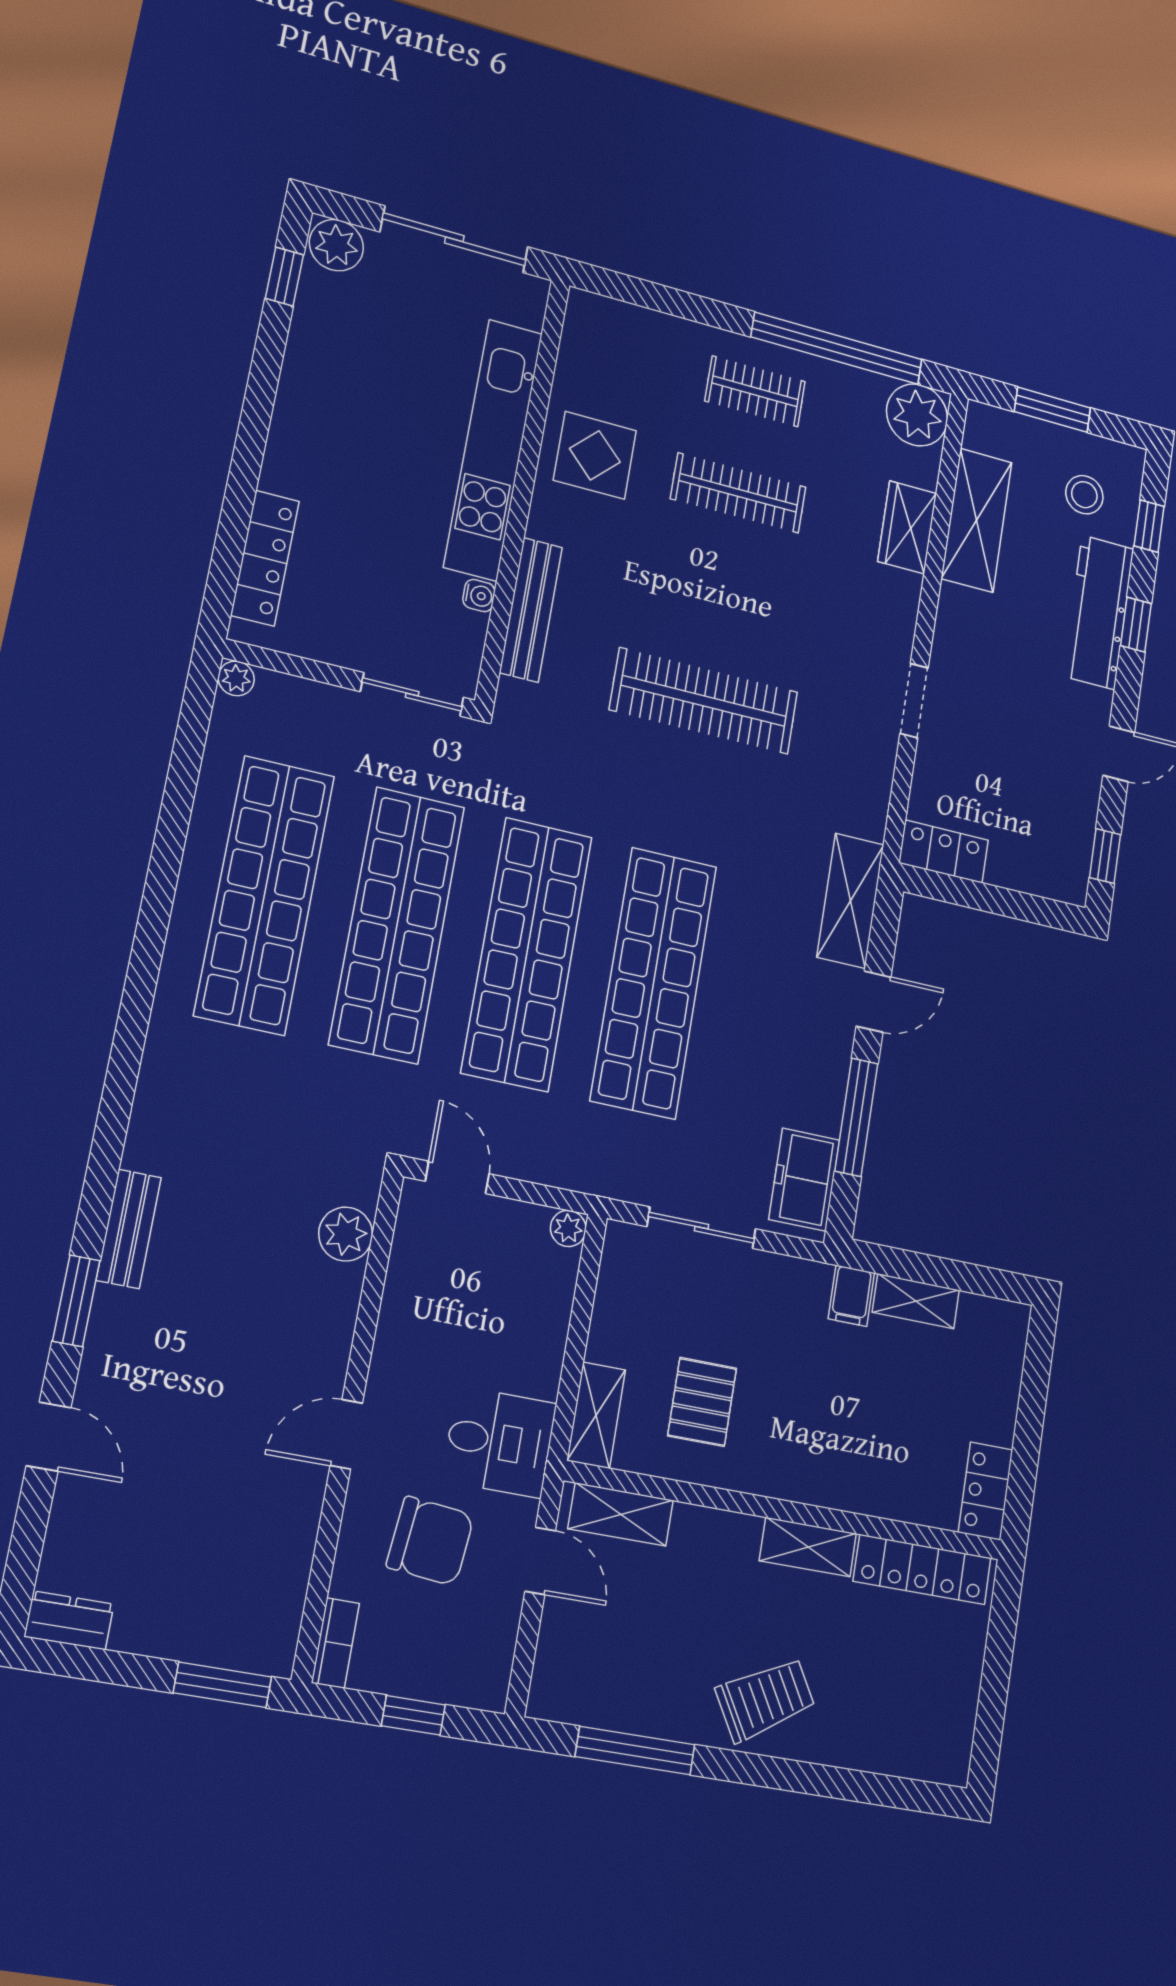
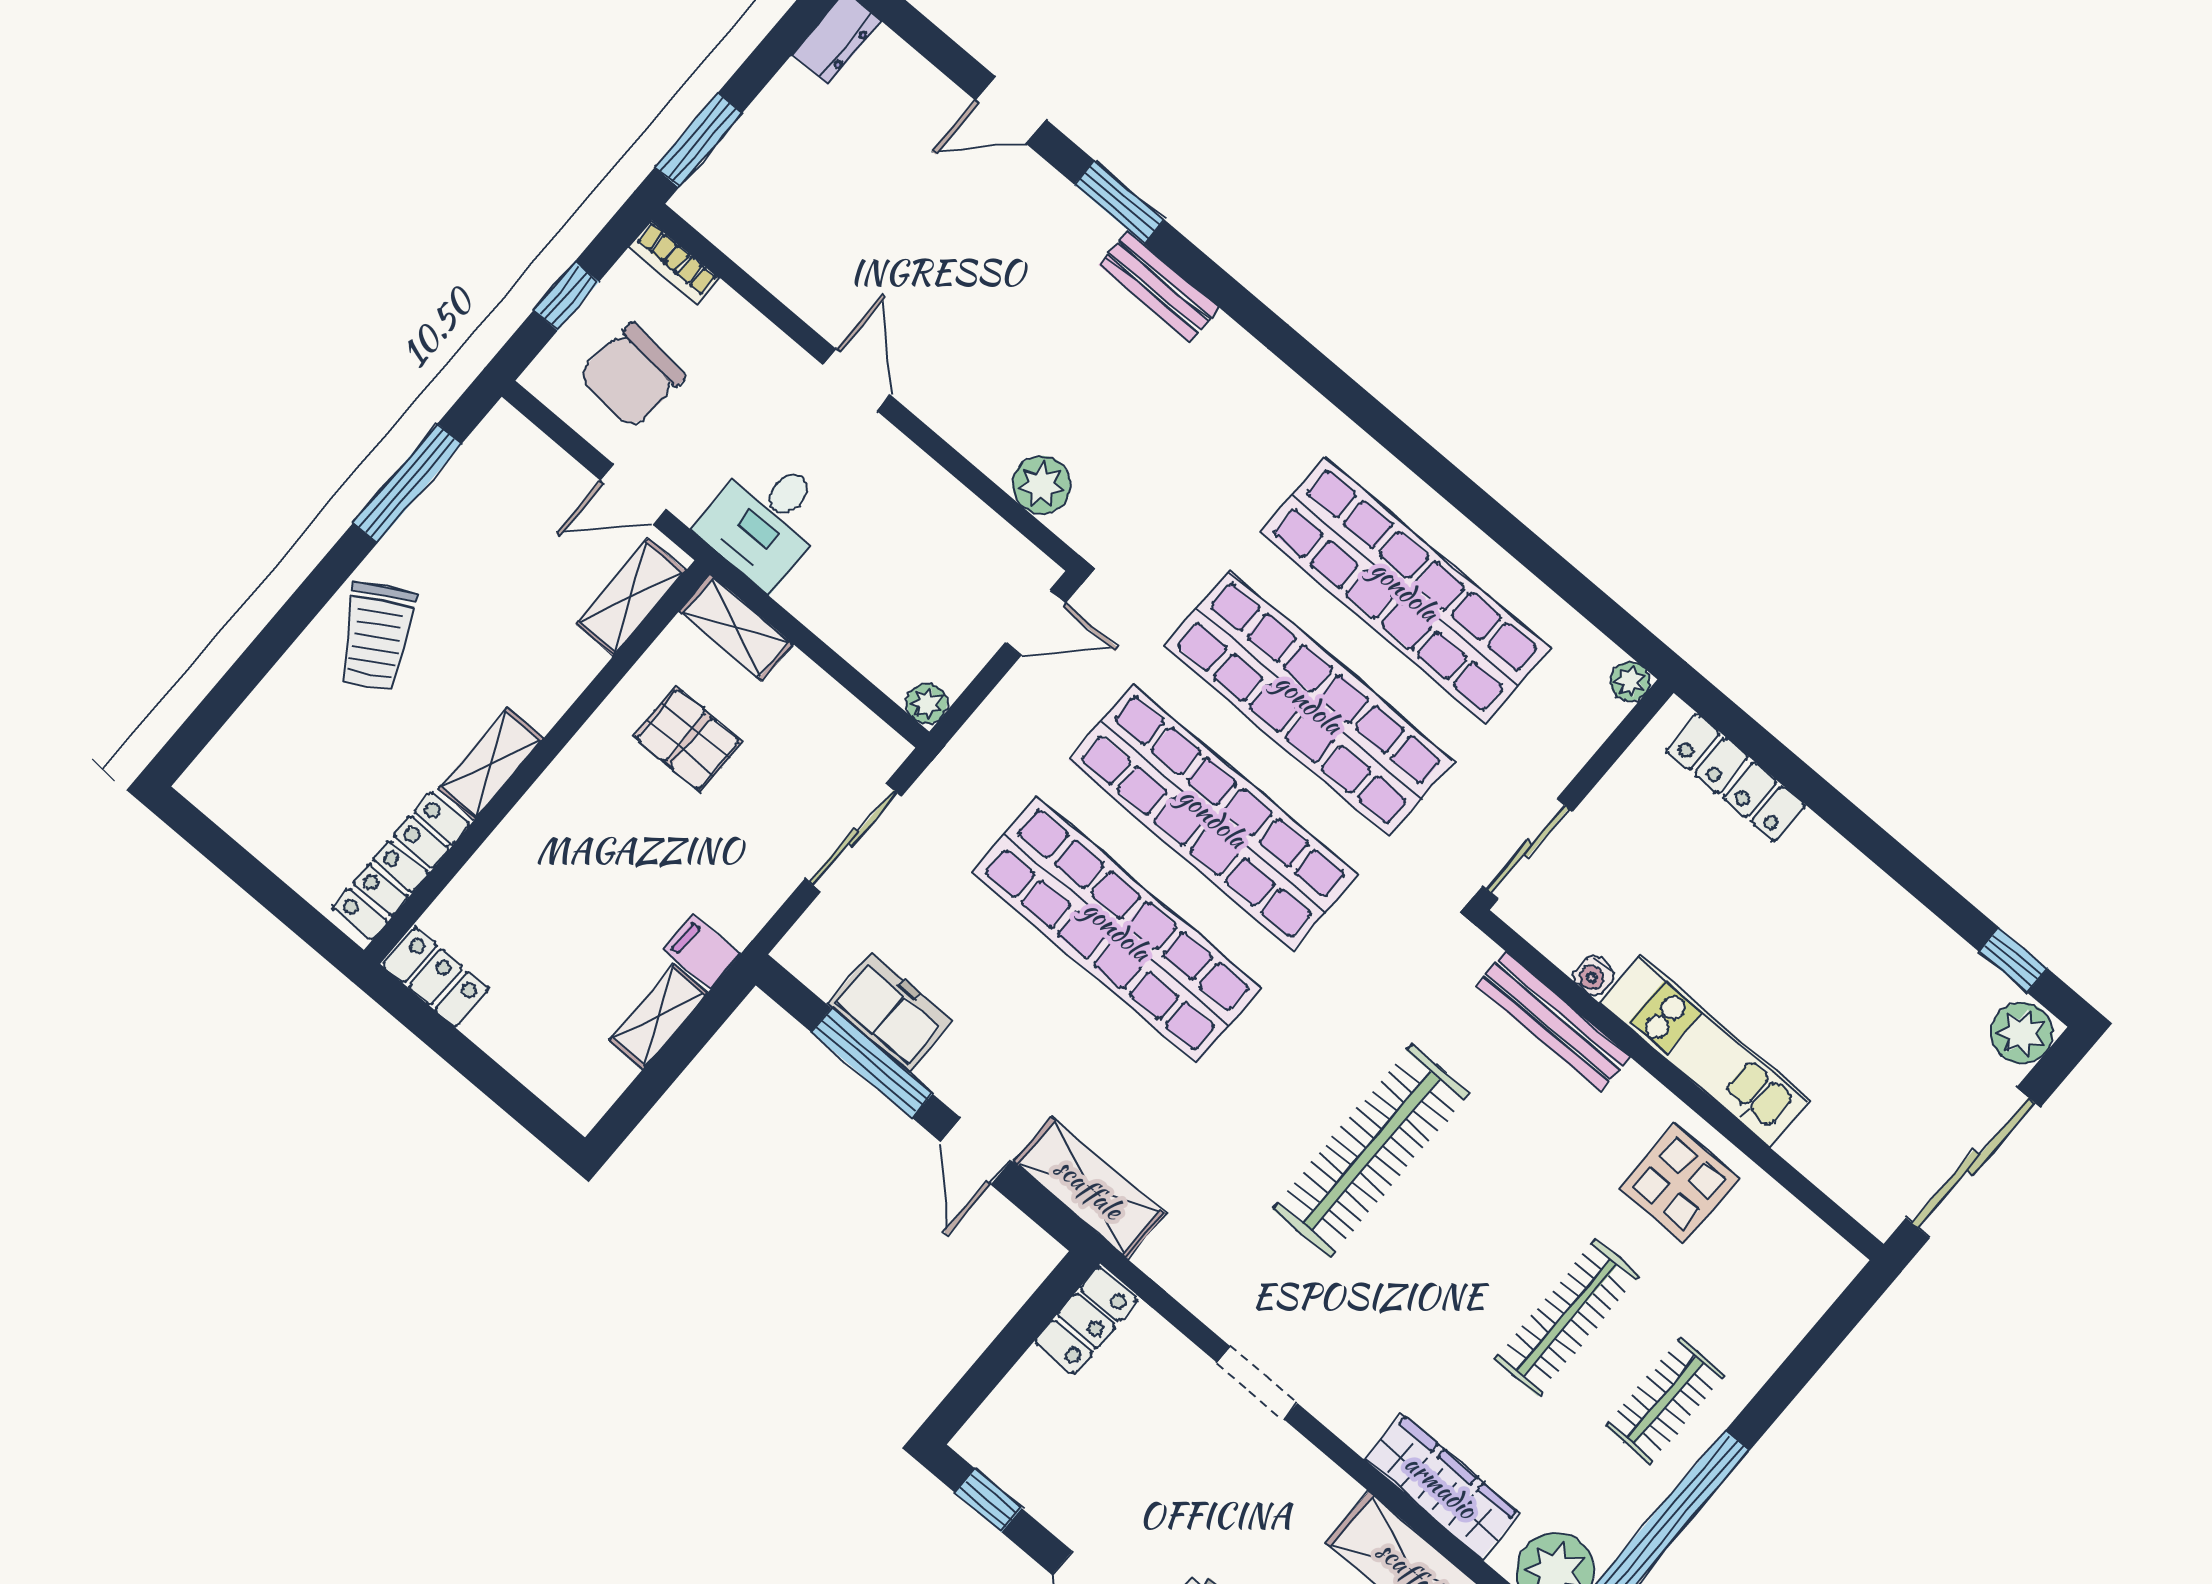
kitchen unit: (493, 450) -> (1705, 1051), width x0.73
wardrobe: (907, 527) -> (1441, 1486), width x1.50
freezer: (804, 1180) -> (890, 1013), moved
chair: (430, 1541) -> (632, 376), moved

